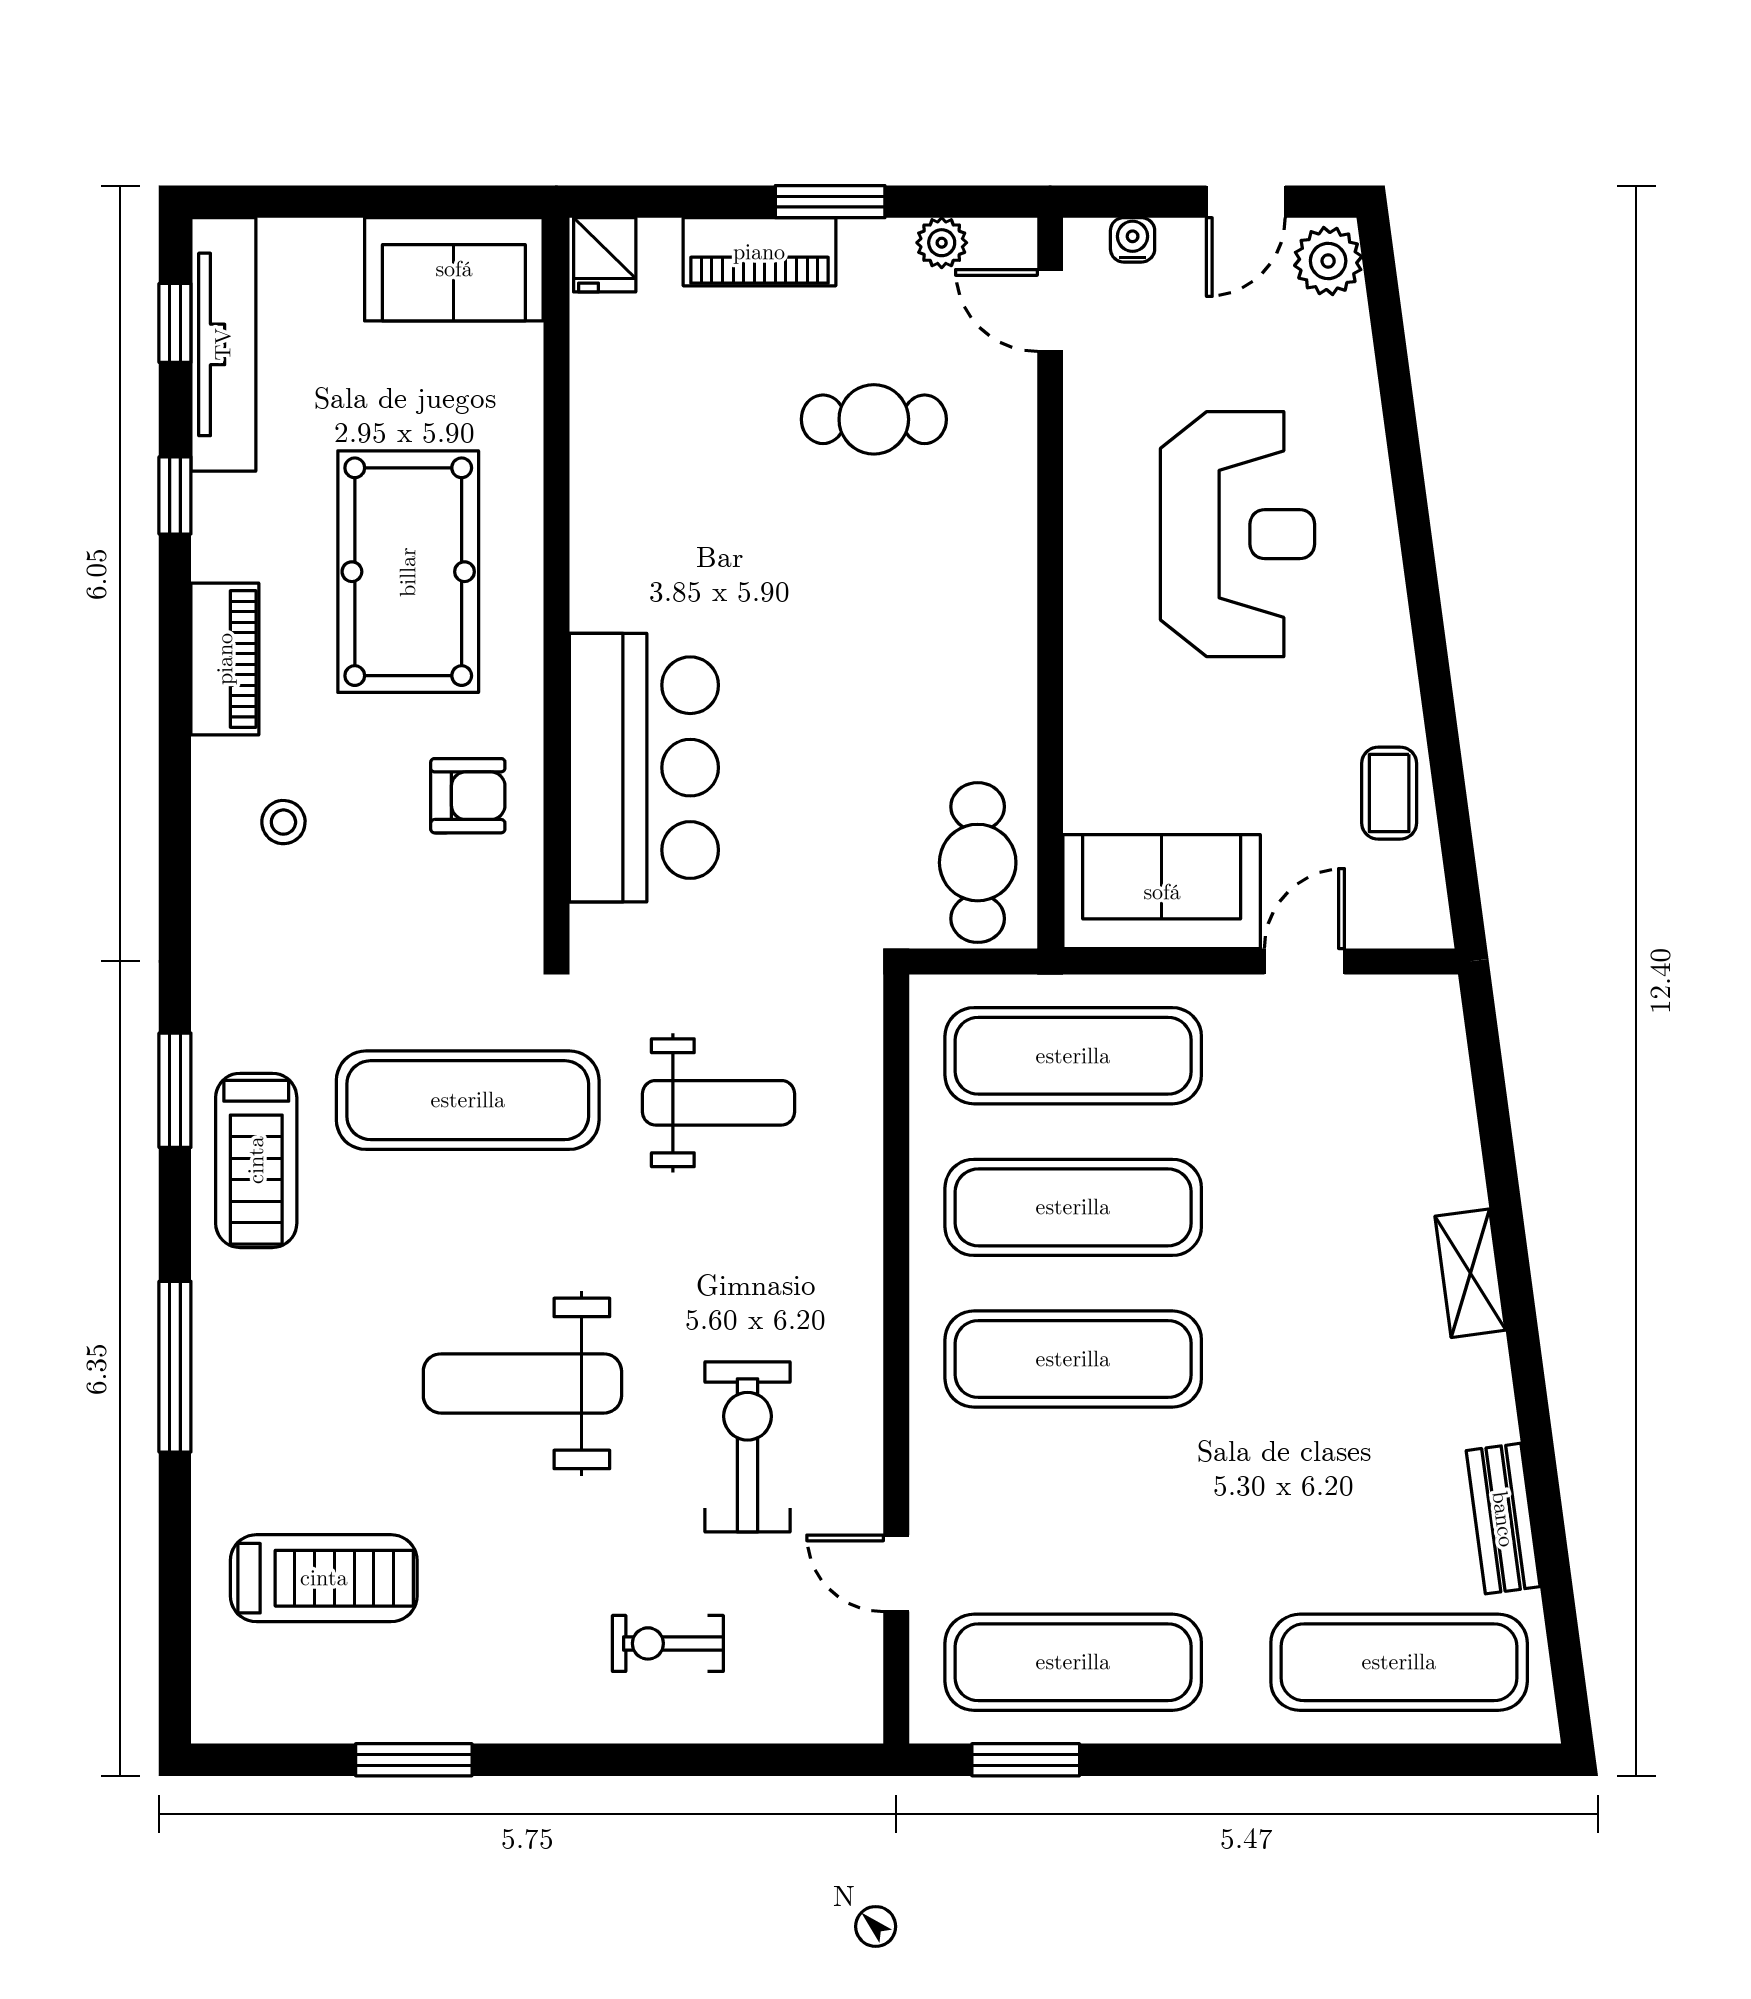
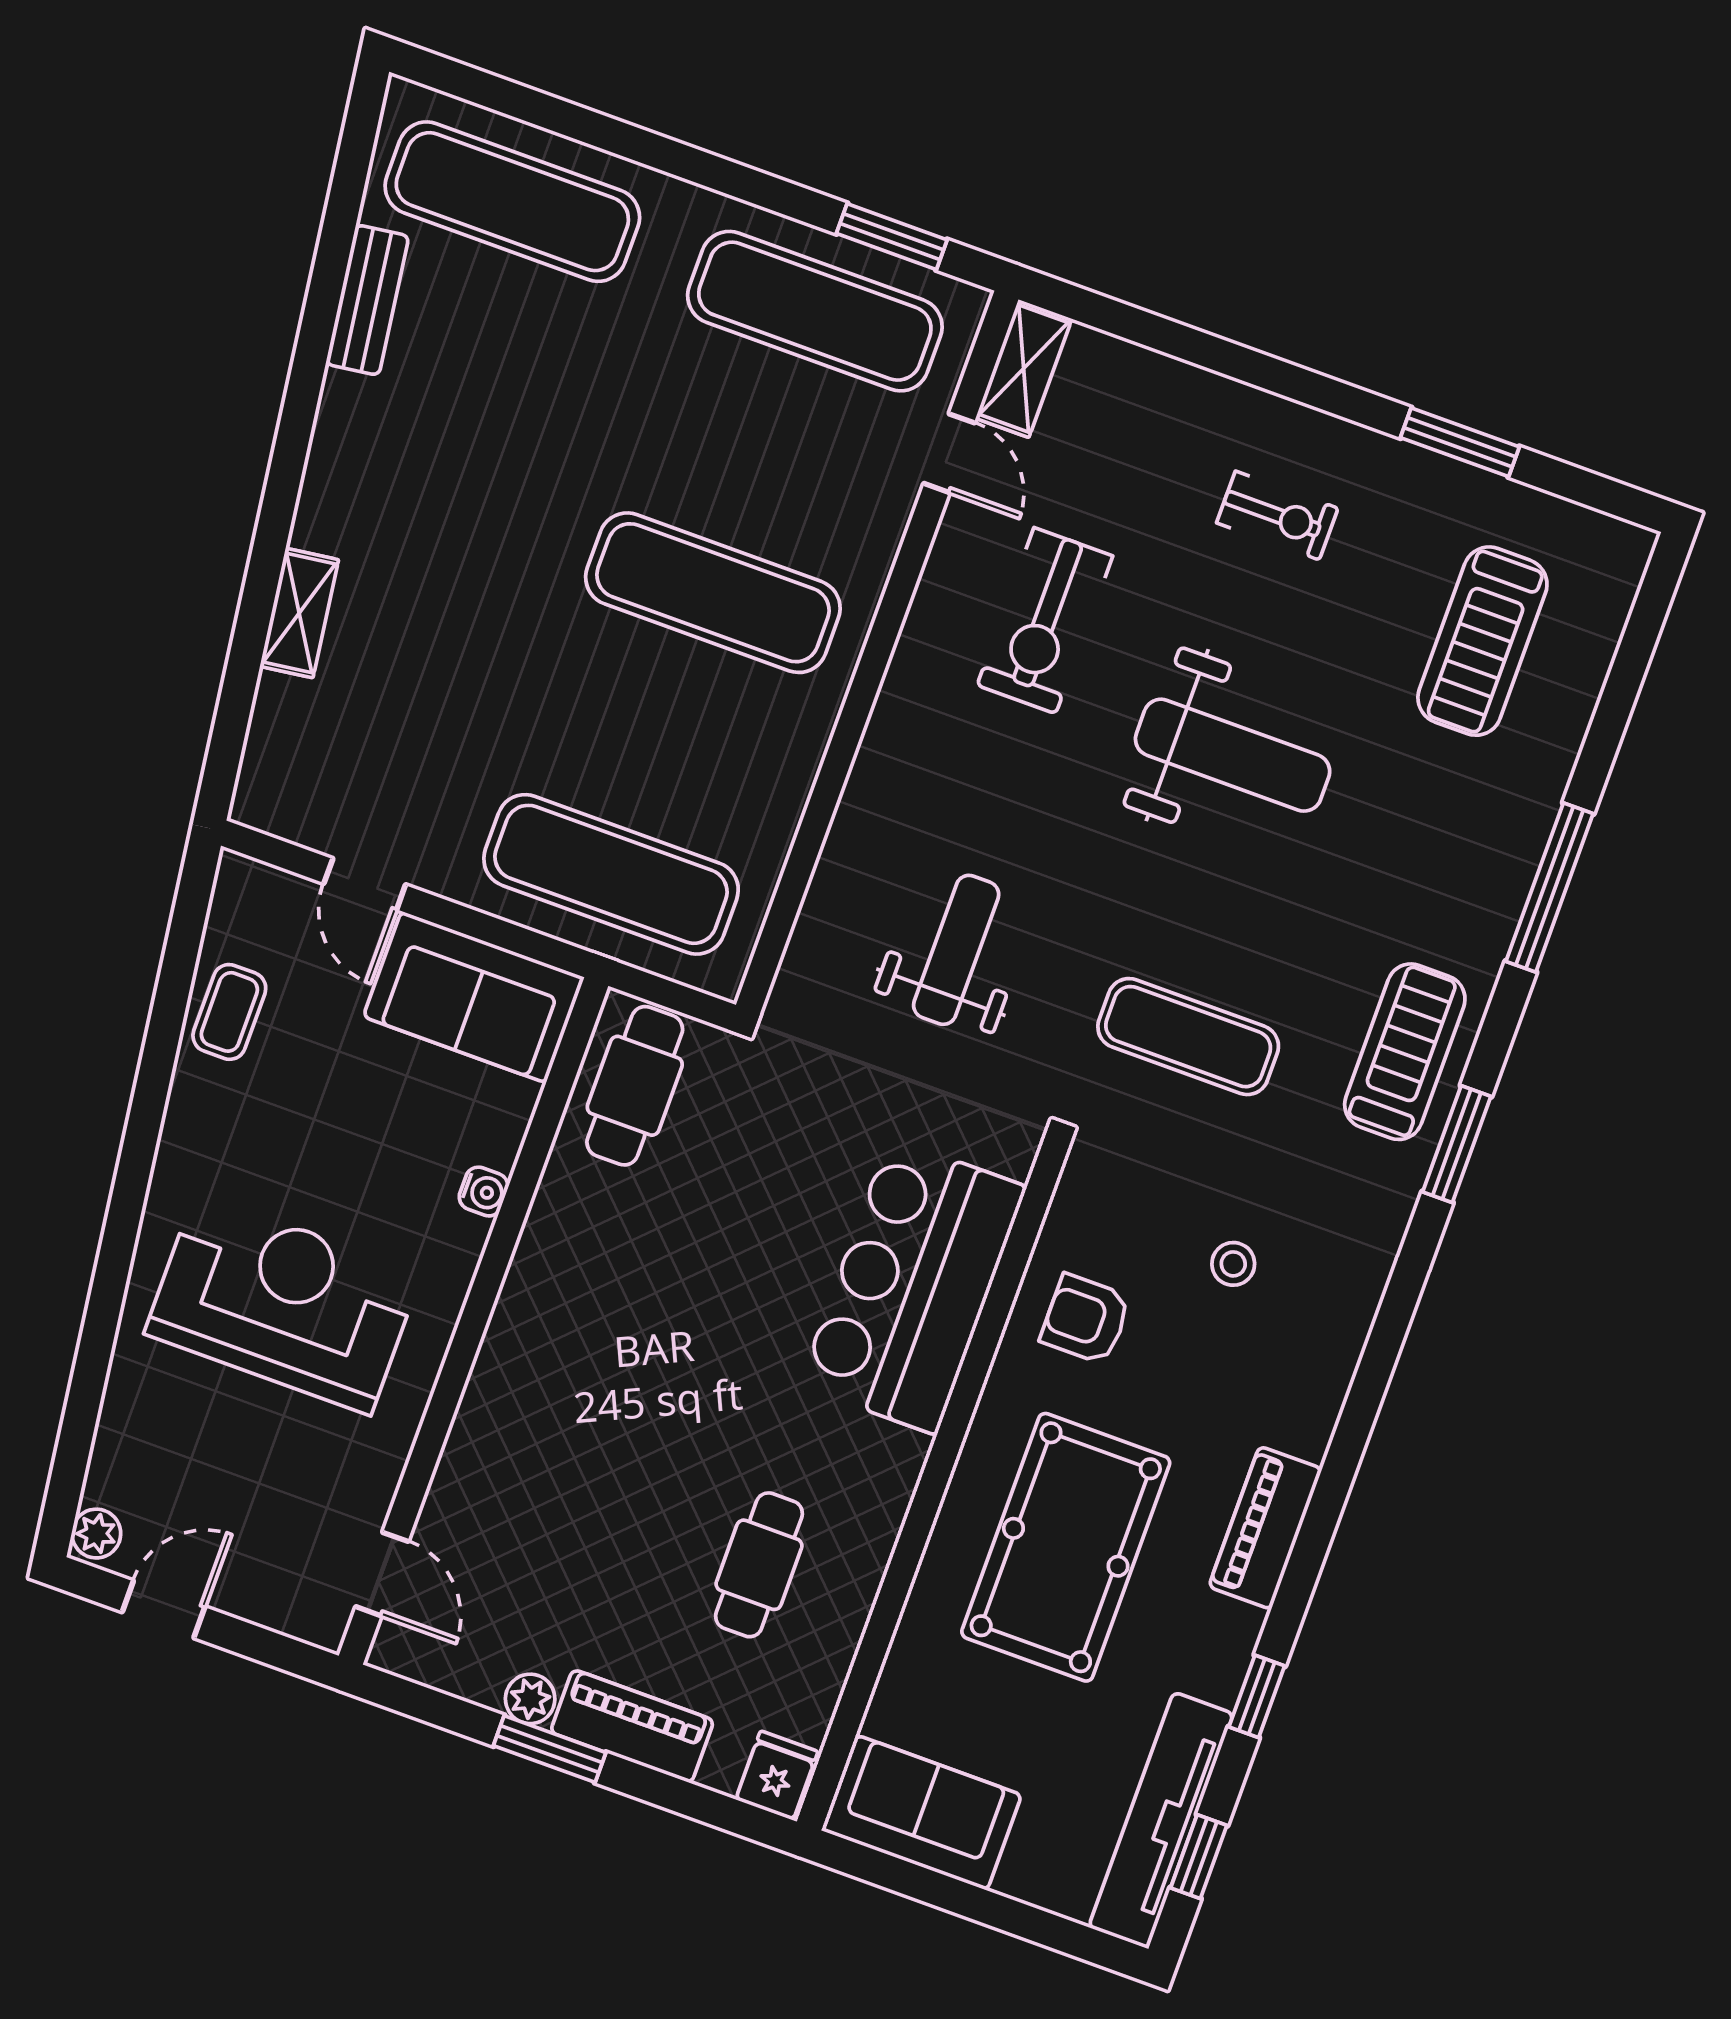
water cooler: (1133, 240) -> (484, 1192), moved, turned -90
plant: (942, 243) -> (530, 1699), moved
plant: (1328, 261) -> (96, 1534), width x0.73, depth x0.73
cafe table: (874, 419) -> (759, 1565), moved, turned 90
reception desk: (1238, 534) -> (283, 1303), turned 90
stool: (283, 822) -> (1233, 1264), moved
door: (1304, 961) -> (365, 884), hinge flipped
exercise mat: (468, 1100) -> (1188, 1037), width x0.73, depth x0.69
weight bench: (718, 1103) -> (956, 950), turned 90
exercise mat: (1073, 1207) -> (662, 734), removed
shelving: (1470, 1273) -> (299, 613), moved
treadmill: (324, 1578) -> (1482, 641), turned -90
exercise bike: (668, 1643) -> (1277, 516), moved
shelving: (855, 1680) -> (1024, 368), added

